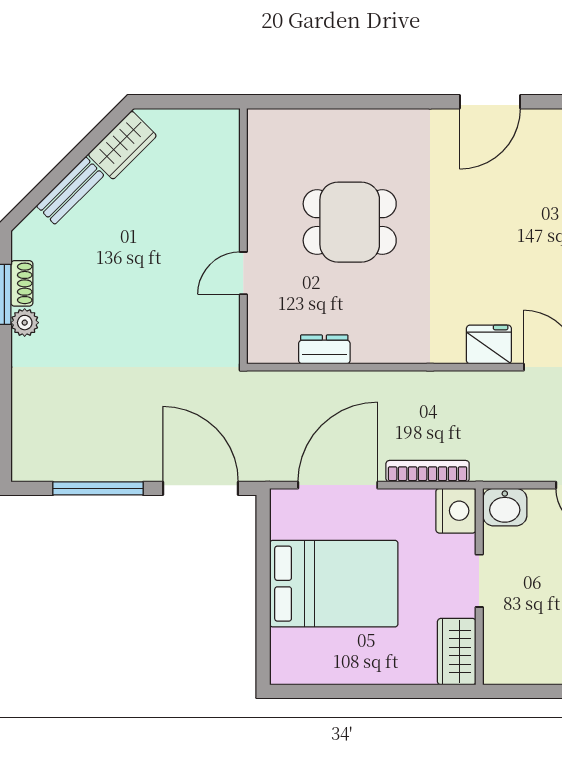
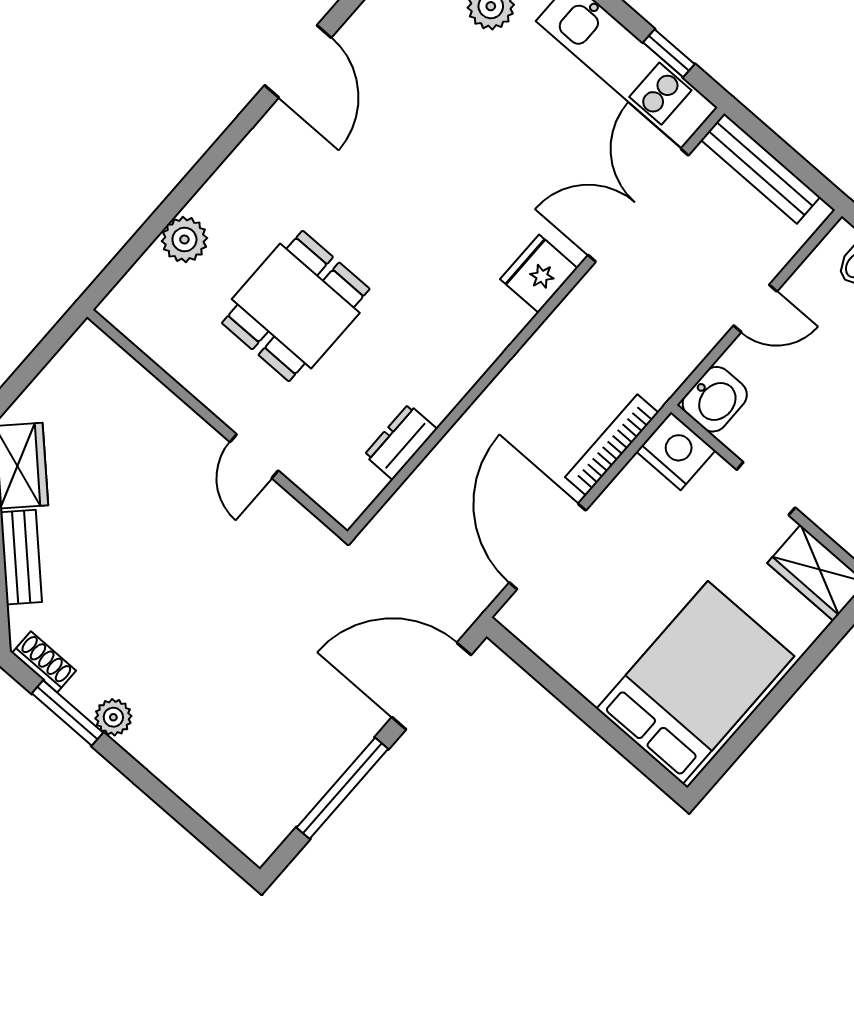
plant: (332, 126) -> (184, 240), added
shoe rack: (22, 283) -> (44, 662), moved
bed: (334, 584) -> (695, 682), moved

